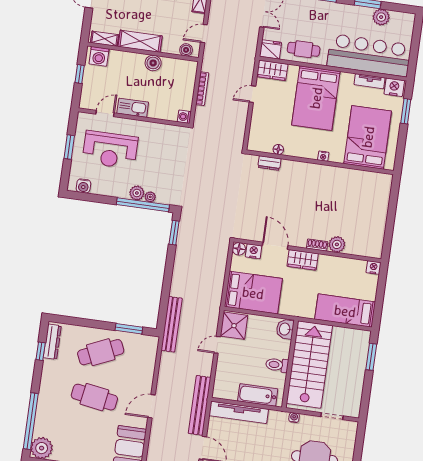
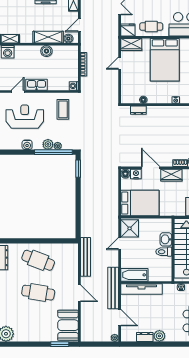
shelving: (140, 41) -> (48, 37), moved
coffee table: (165, 147) -> (63, 109), added
reception desk: (110, 150) -> (25, 117), turned 180
water cooler: (83, 186) -> (27, 145), moved
bench: (172, 324) -> (85, 257), moved
window: (129, 329) -> (56, 241), removed
washbasin: (285, 329) -> (166, 239), moved
cafe table: (101, 352) -> (38, 260), turned 45
bathtub: (258, 395) -> (134, 275), moved
door: (152, 406) -> (79, 293), swing flipped

